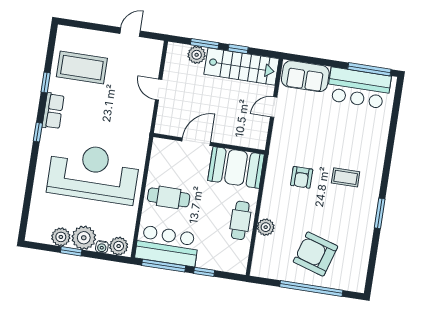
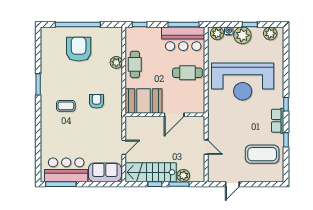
plant: (61, 237) -> (270, 33), moved
armchair: (315, 254) -> (79, 49), turned -107
window: (204, 272) -> (140, 24), moved

